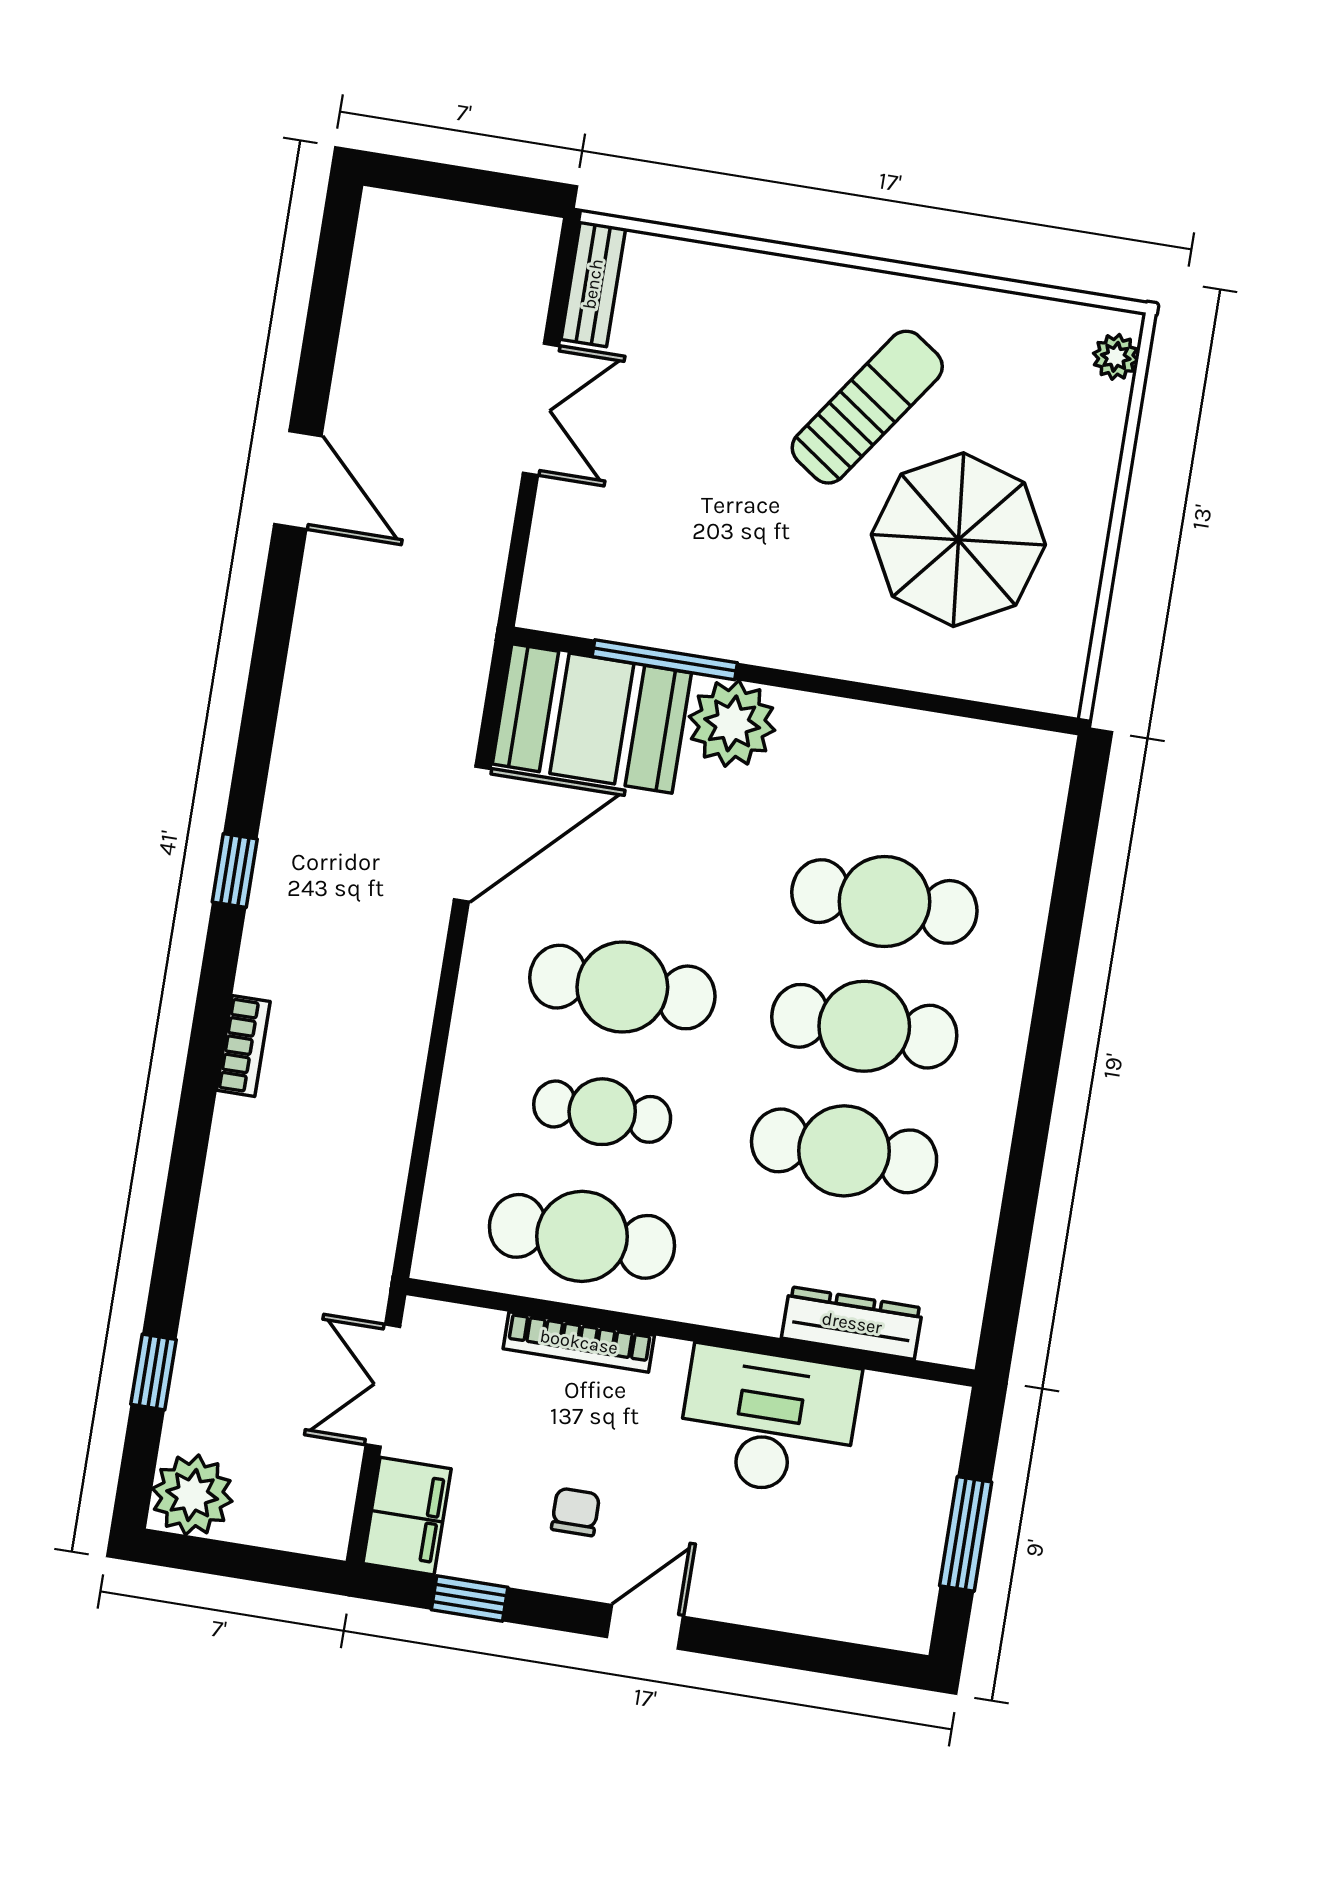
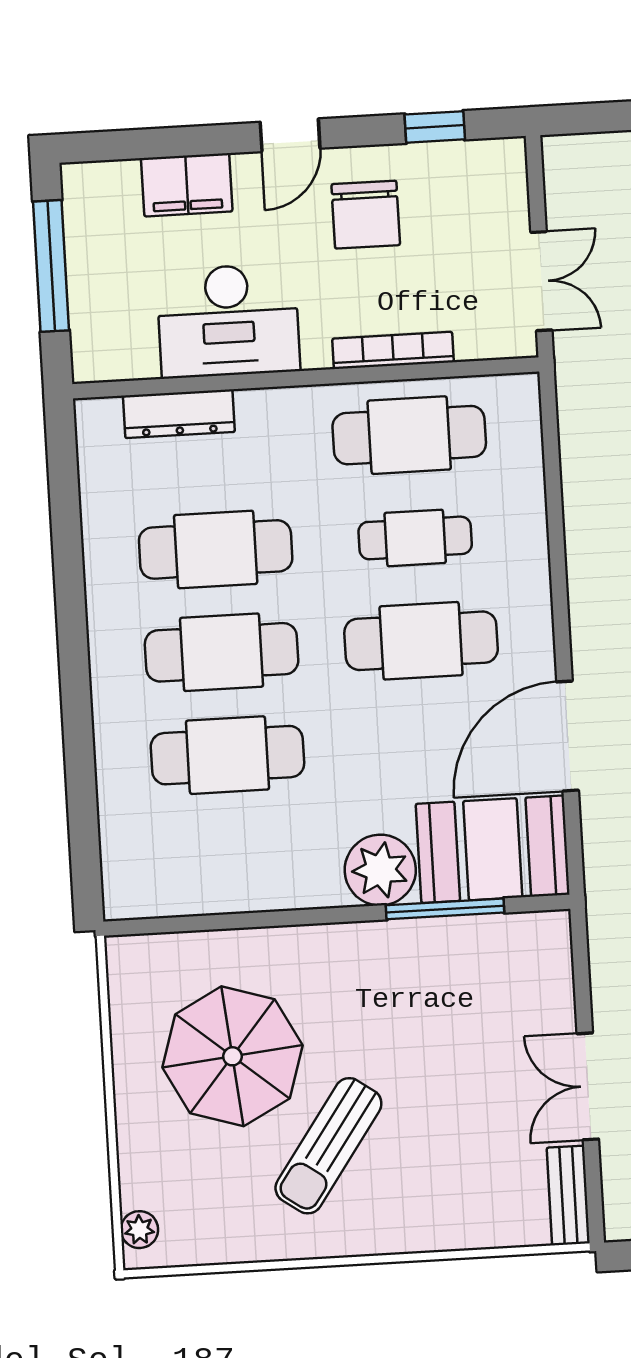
chair: (576, 1512) -> (366, 215), width x1.87, depth x1.87
filing cabinet: (407, 1516) -> (187, 185), moved, turned -90
window: (966, 1534) -> (51, 266), width x1.44

